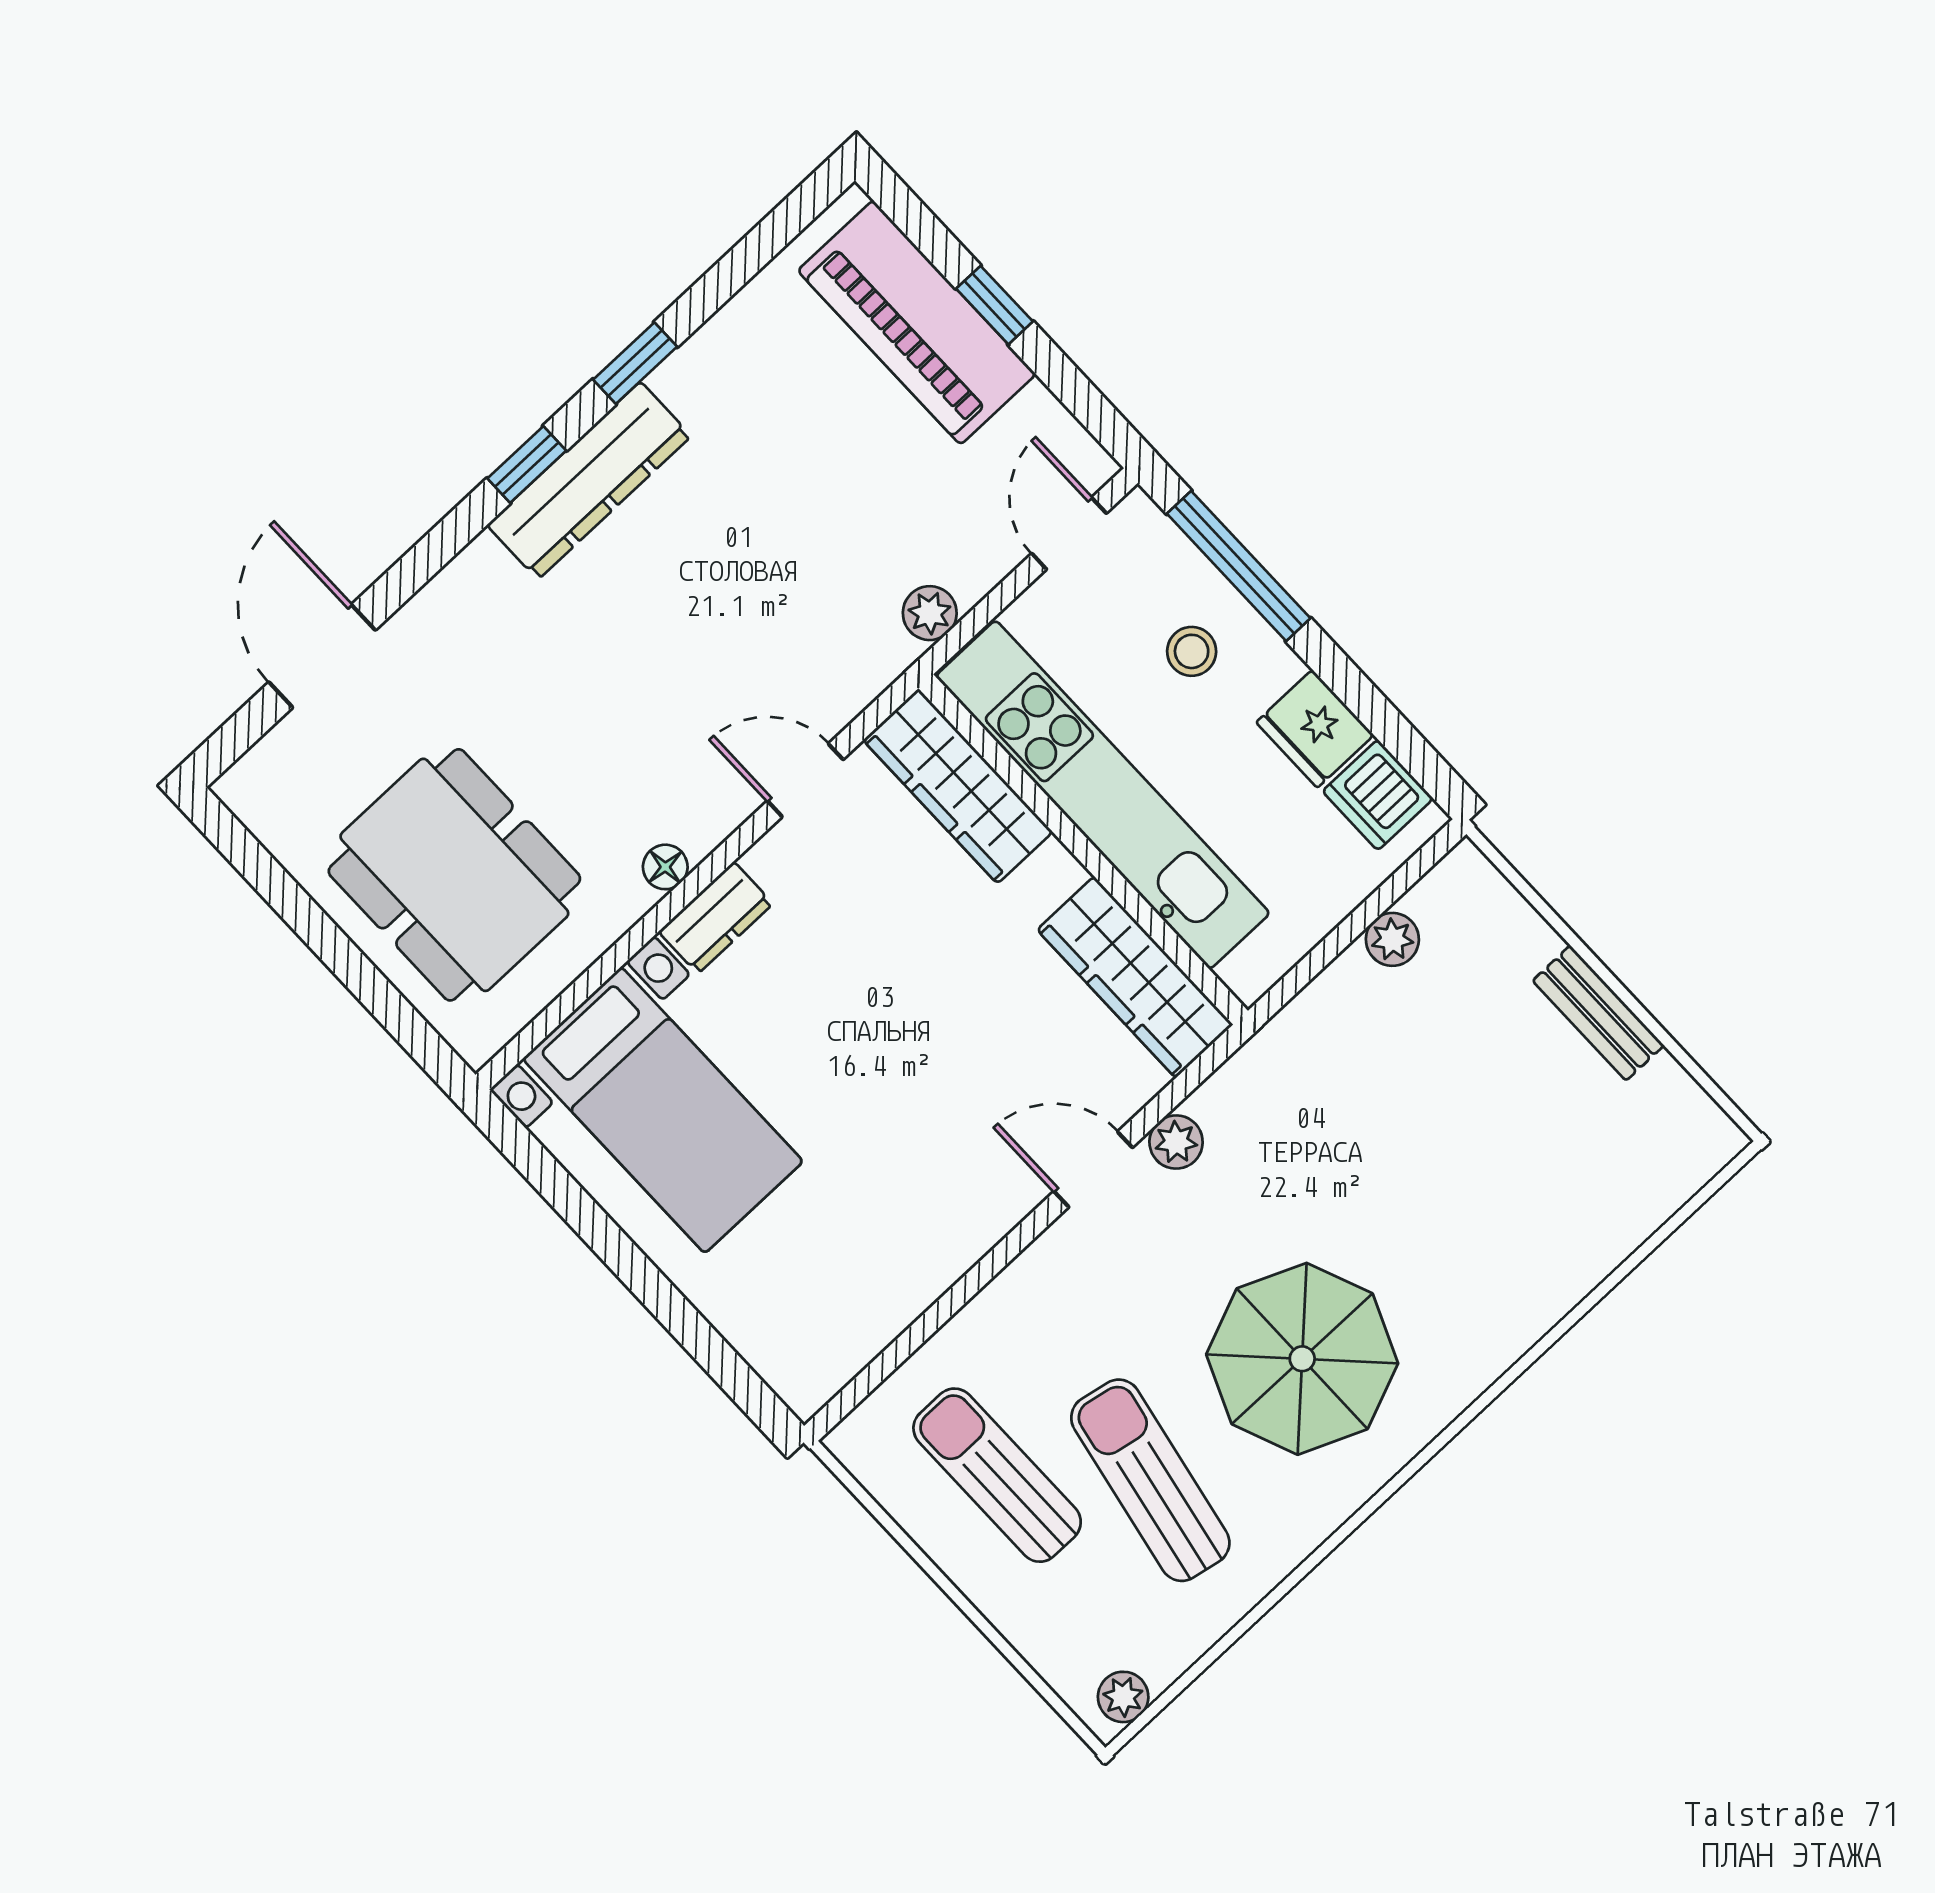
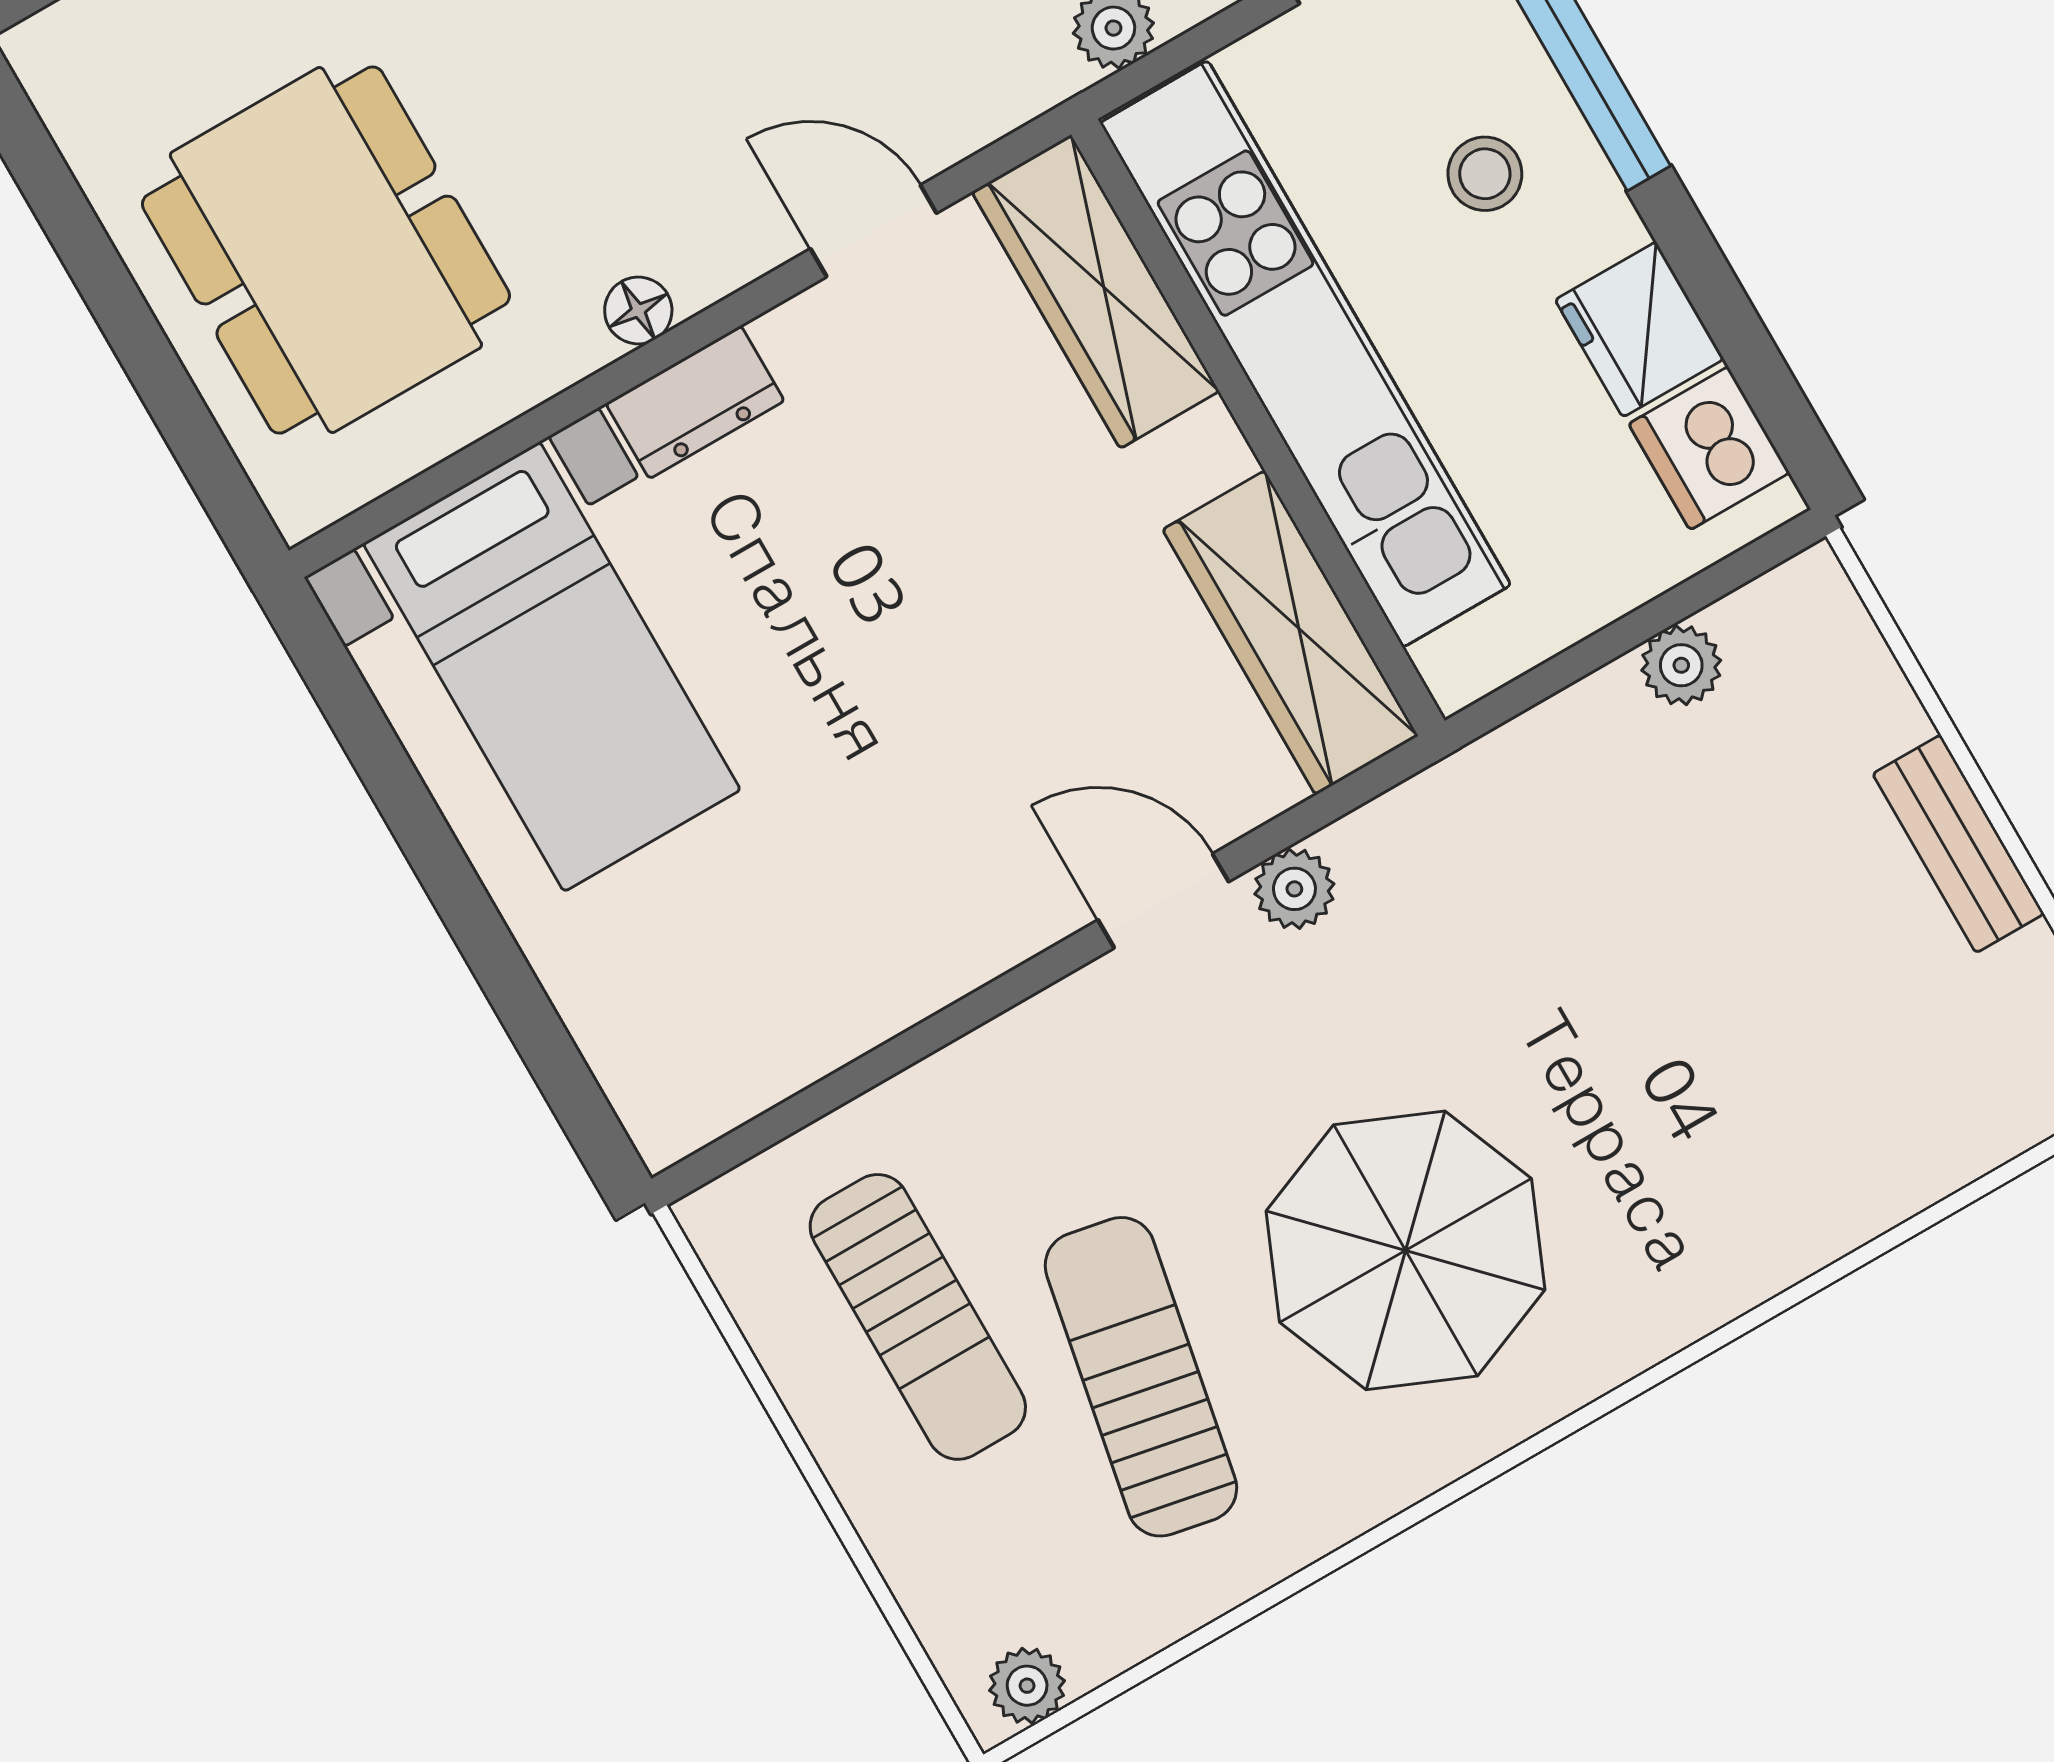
sun lounger: (997, 1475) -> (918, 1317), turned 180

